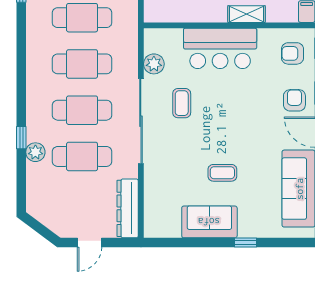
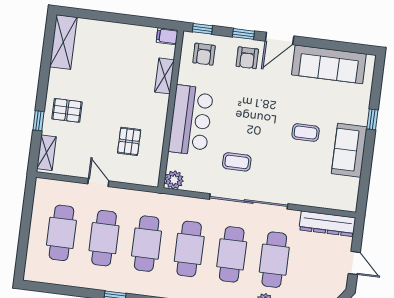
shelving: (247, 14) -> (164, 76), moved
plant: (154, 64) -> (174, 180), moved
armchair: (294, 100) -> (247, 58), turned -90
coffee table: (222, 173) -> (306, 133), turned 90

